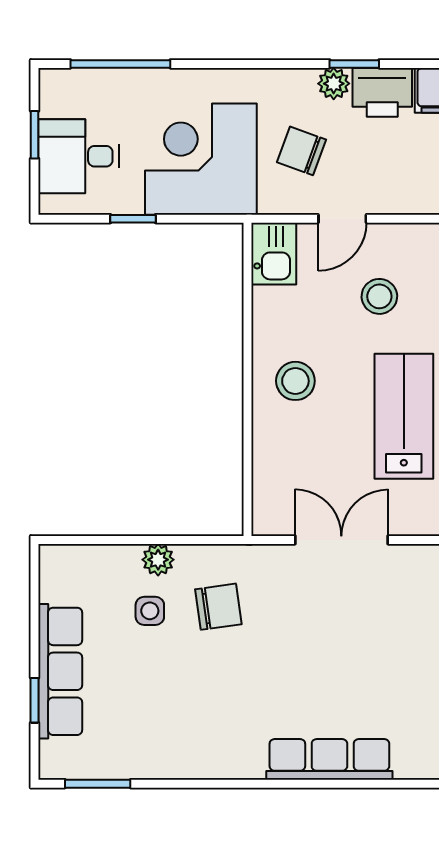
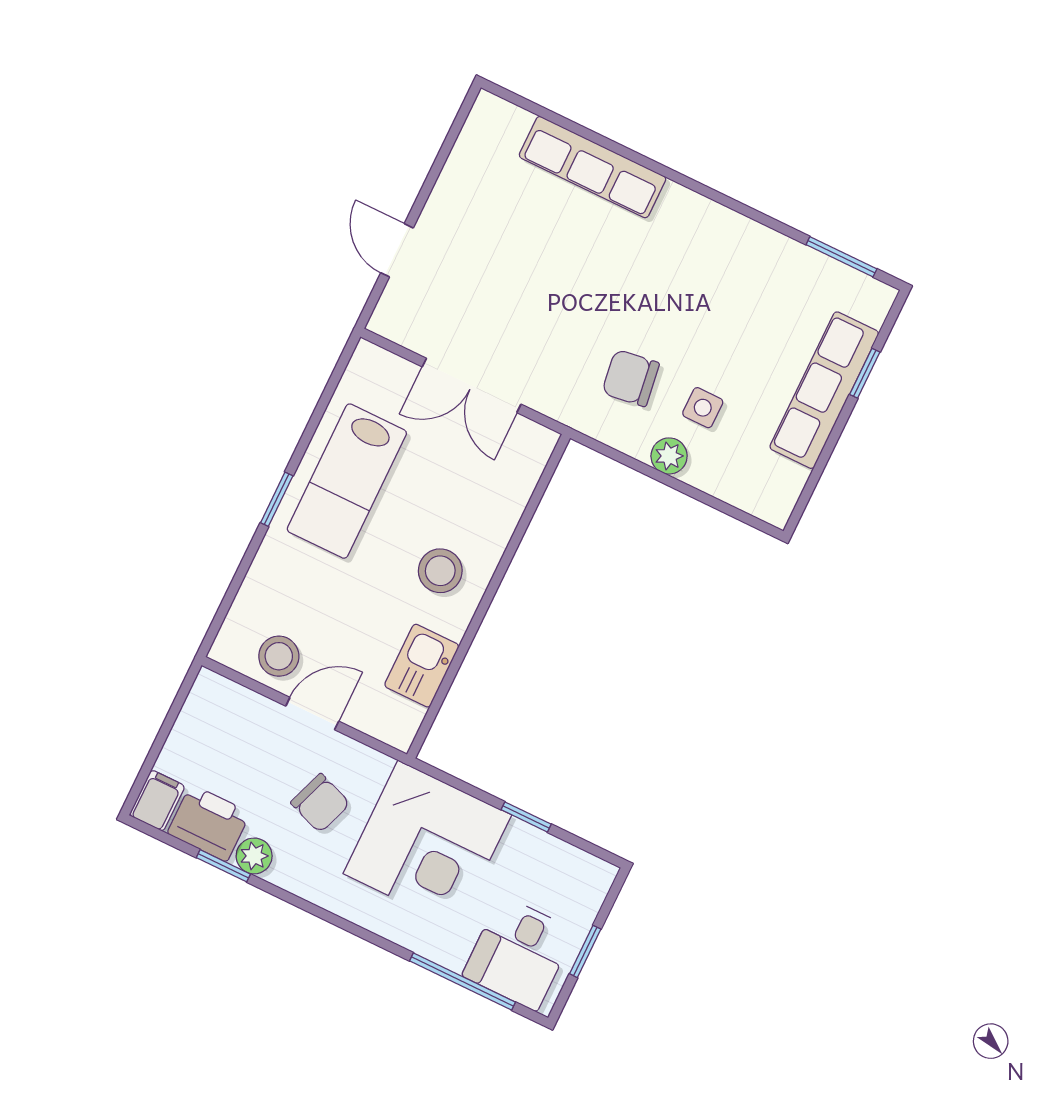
desk: (79, 156) -> (519, 953), moved, turned 90
kitchen sink: (274, 254) -> (422, 666), moved
stool: (379, 296) -> (279, 656), moved

